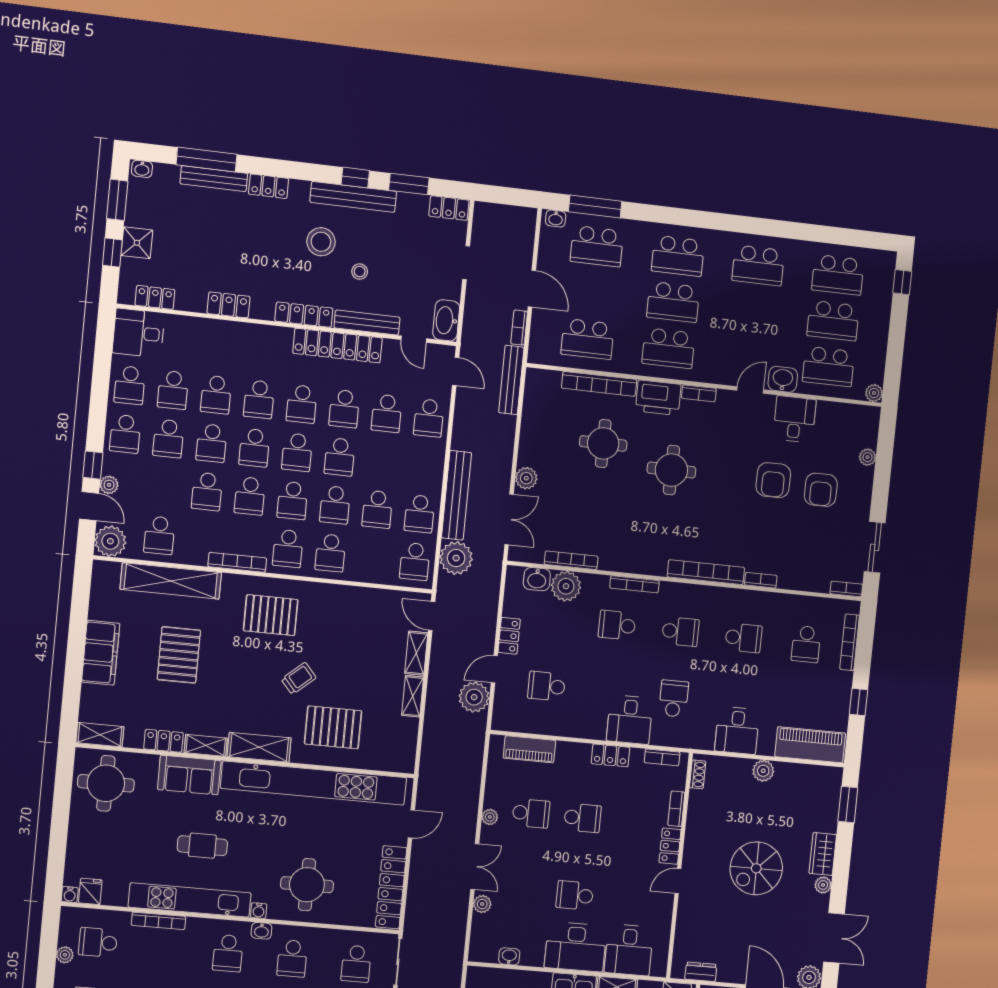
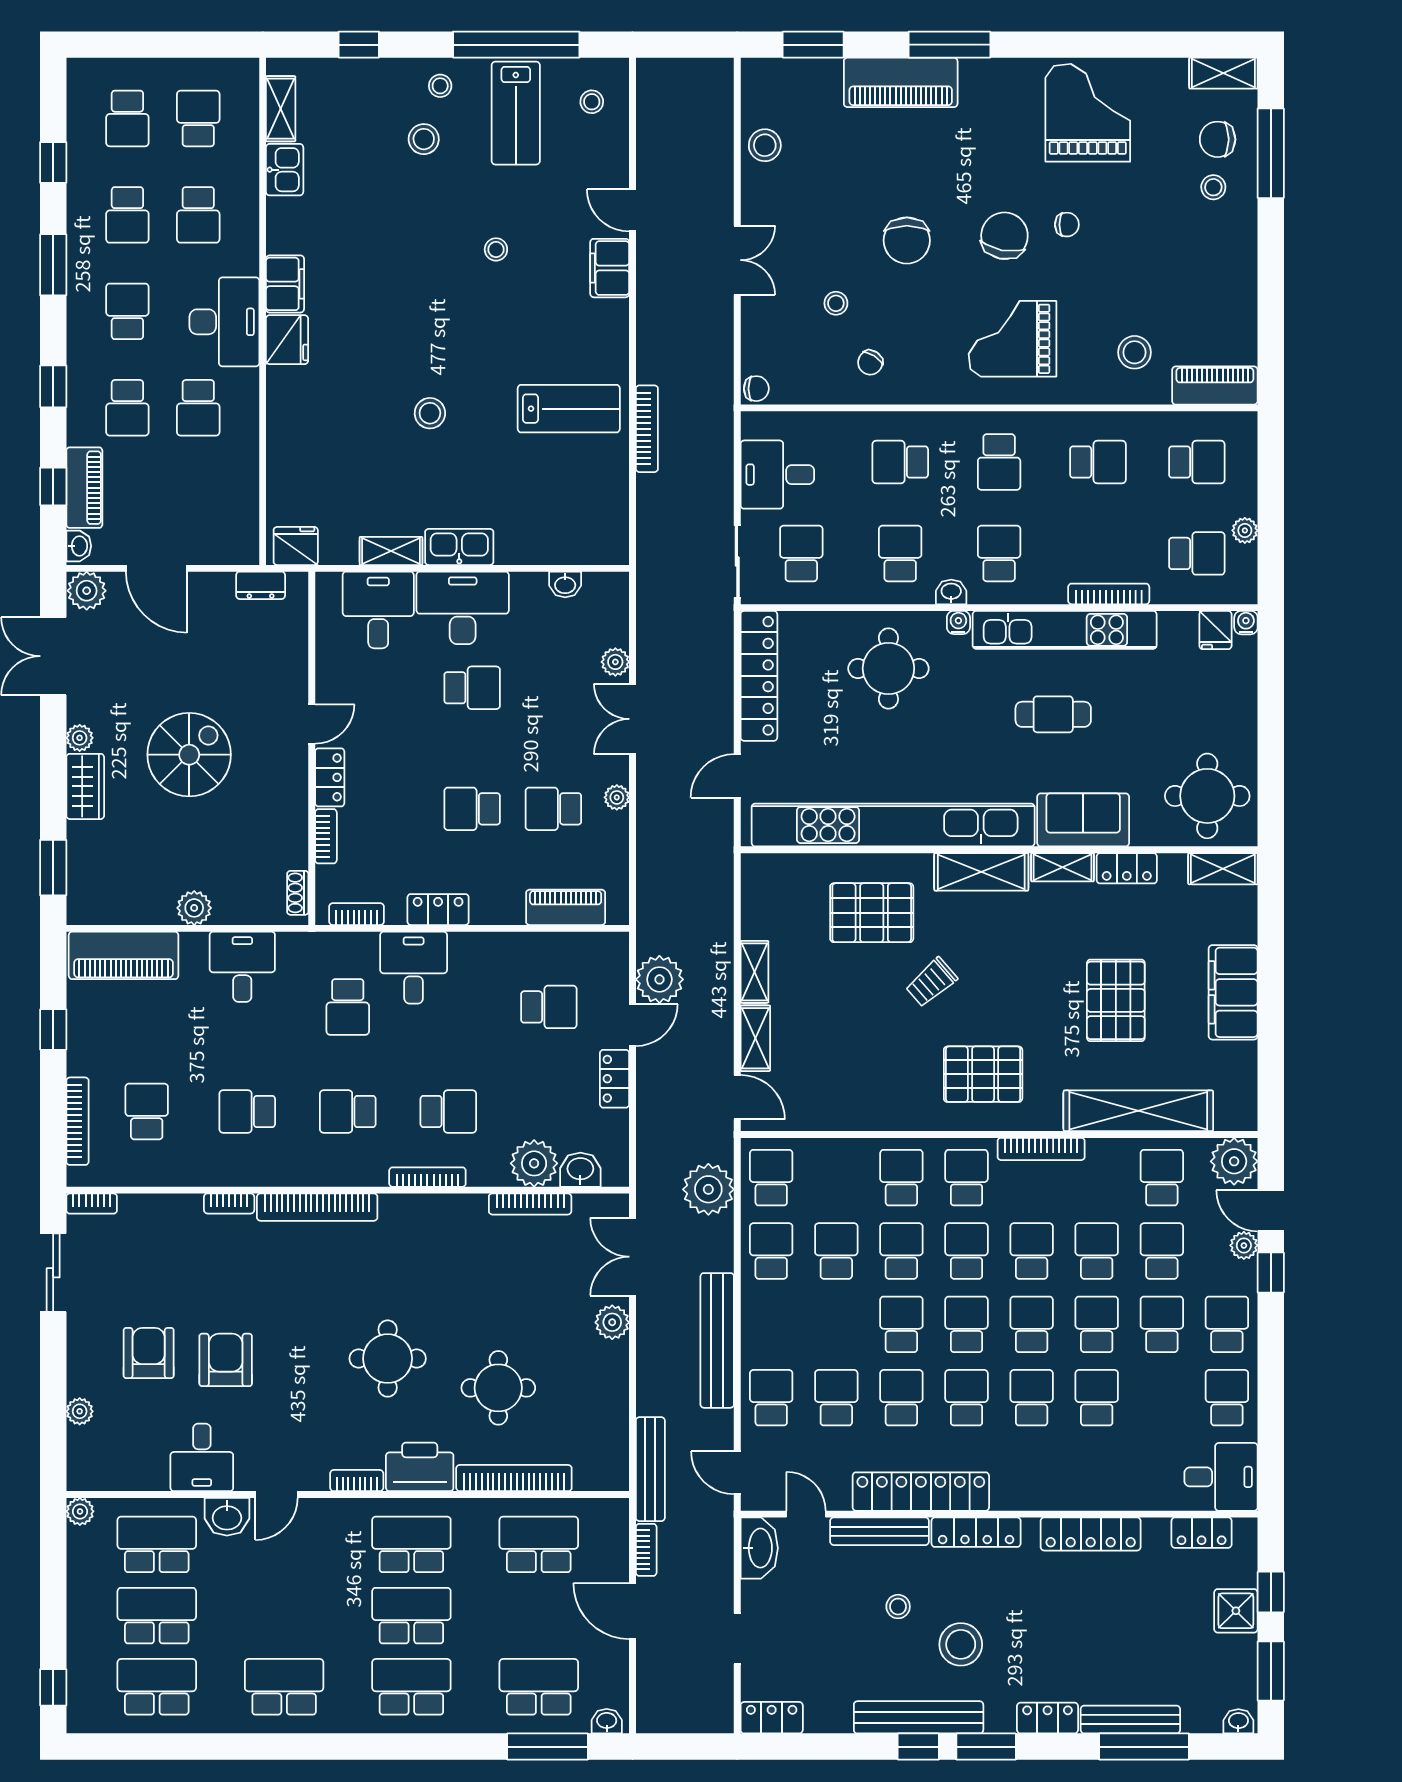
window: (409, 184) -> (986, 1747), moved
locker: (229, 305) -> (1091, 1534), width x1.53
school desk: (173, 390) -> (1162, 1251), moved
bench: (456, 495) -> (717, 1340), moved

